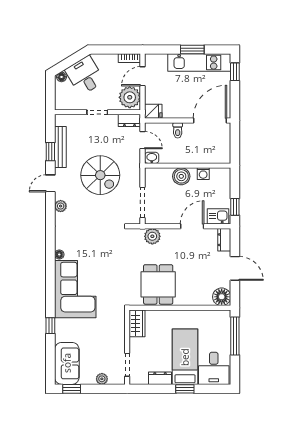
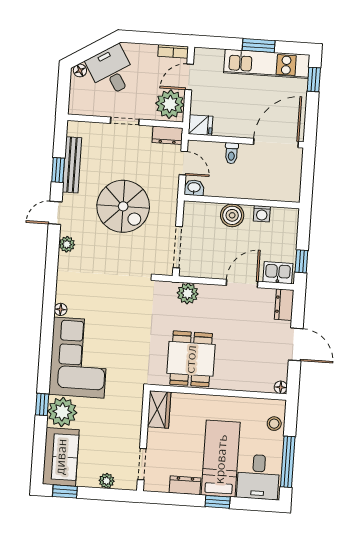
floor lamp: (222, 297) -> (281, 387), width x0.53, depth x0.53
stool: (223, 328) -> (274, 424), added
plant: (66, 330) -> (62, 412), added
window: (235, 336) -> (288, 462), moved

